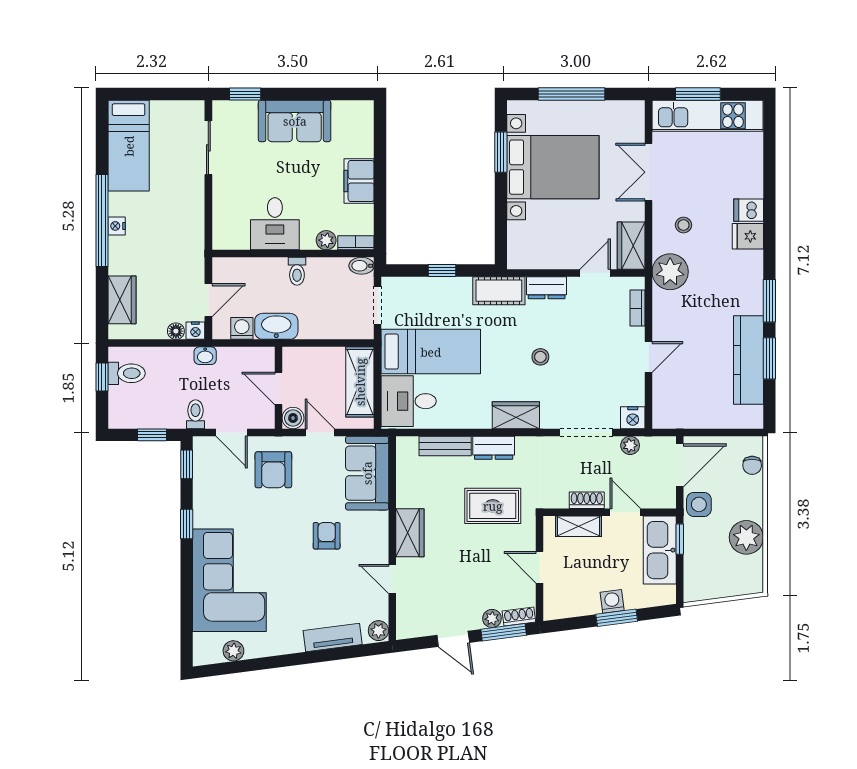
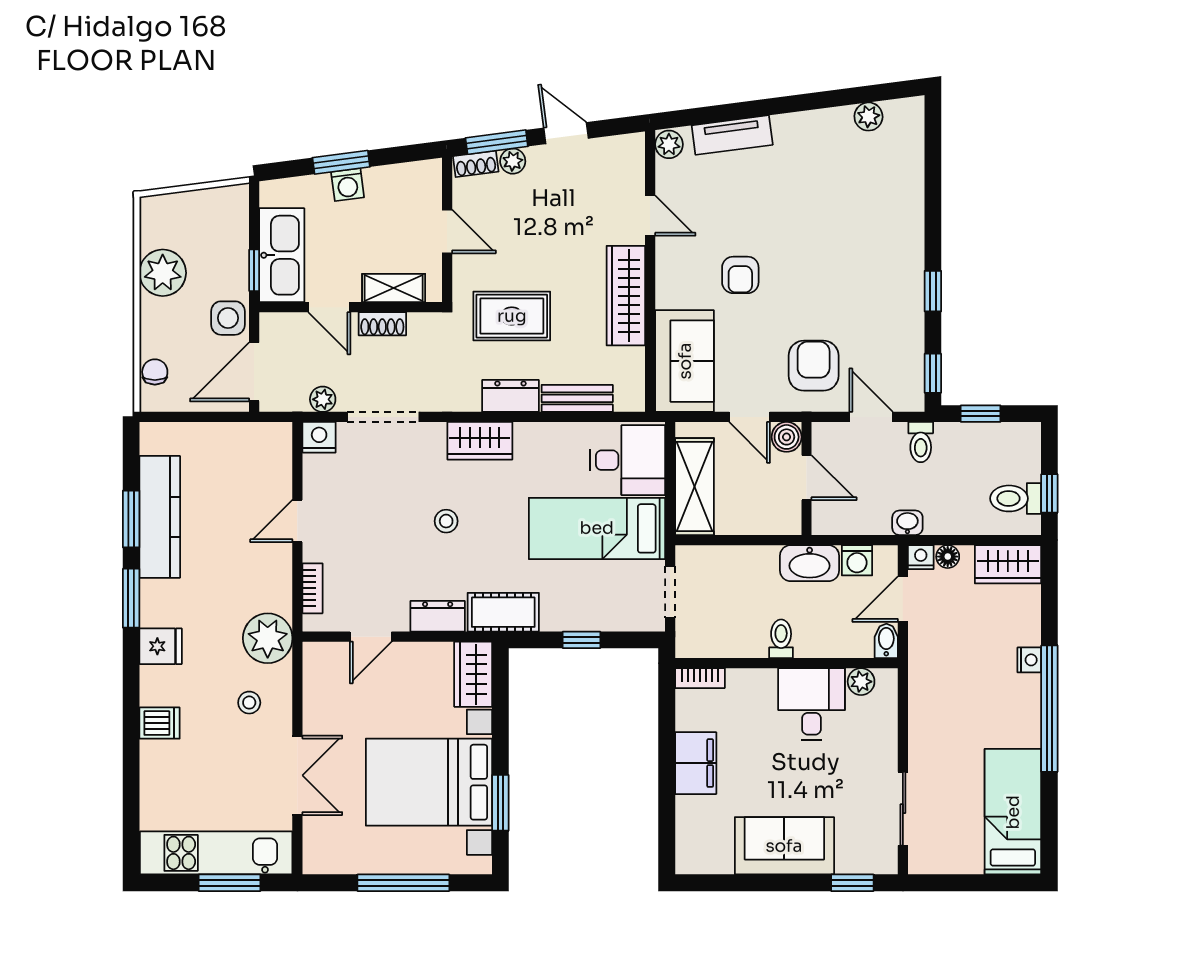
nightstand: (117, 226) -> (1029, 660), moved
fridge: (748, 236) -> (161, 646), moved
plant: (326, 240) -> (861, 682), moved
wardrobe: (631, 246) -> (473, 674), moved, turned 180
bidet: (361, 266) -> (886, 641), moved, turned -90
wardrobe: (122, 300) -> (1008, 564), moved, turned -90
wardrobe: (410, 533) -> (626, 296), width x1.50
corner sofa: (229, 580) -> (874, 214), removed

